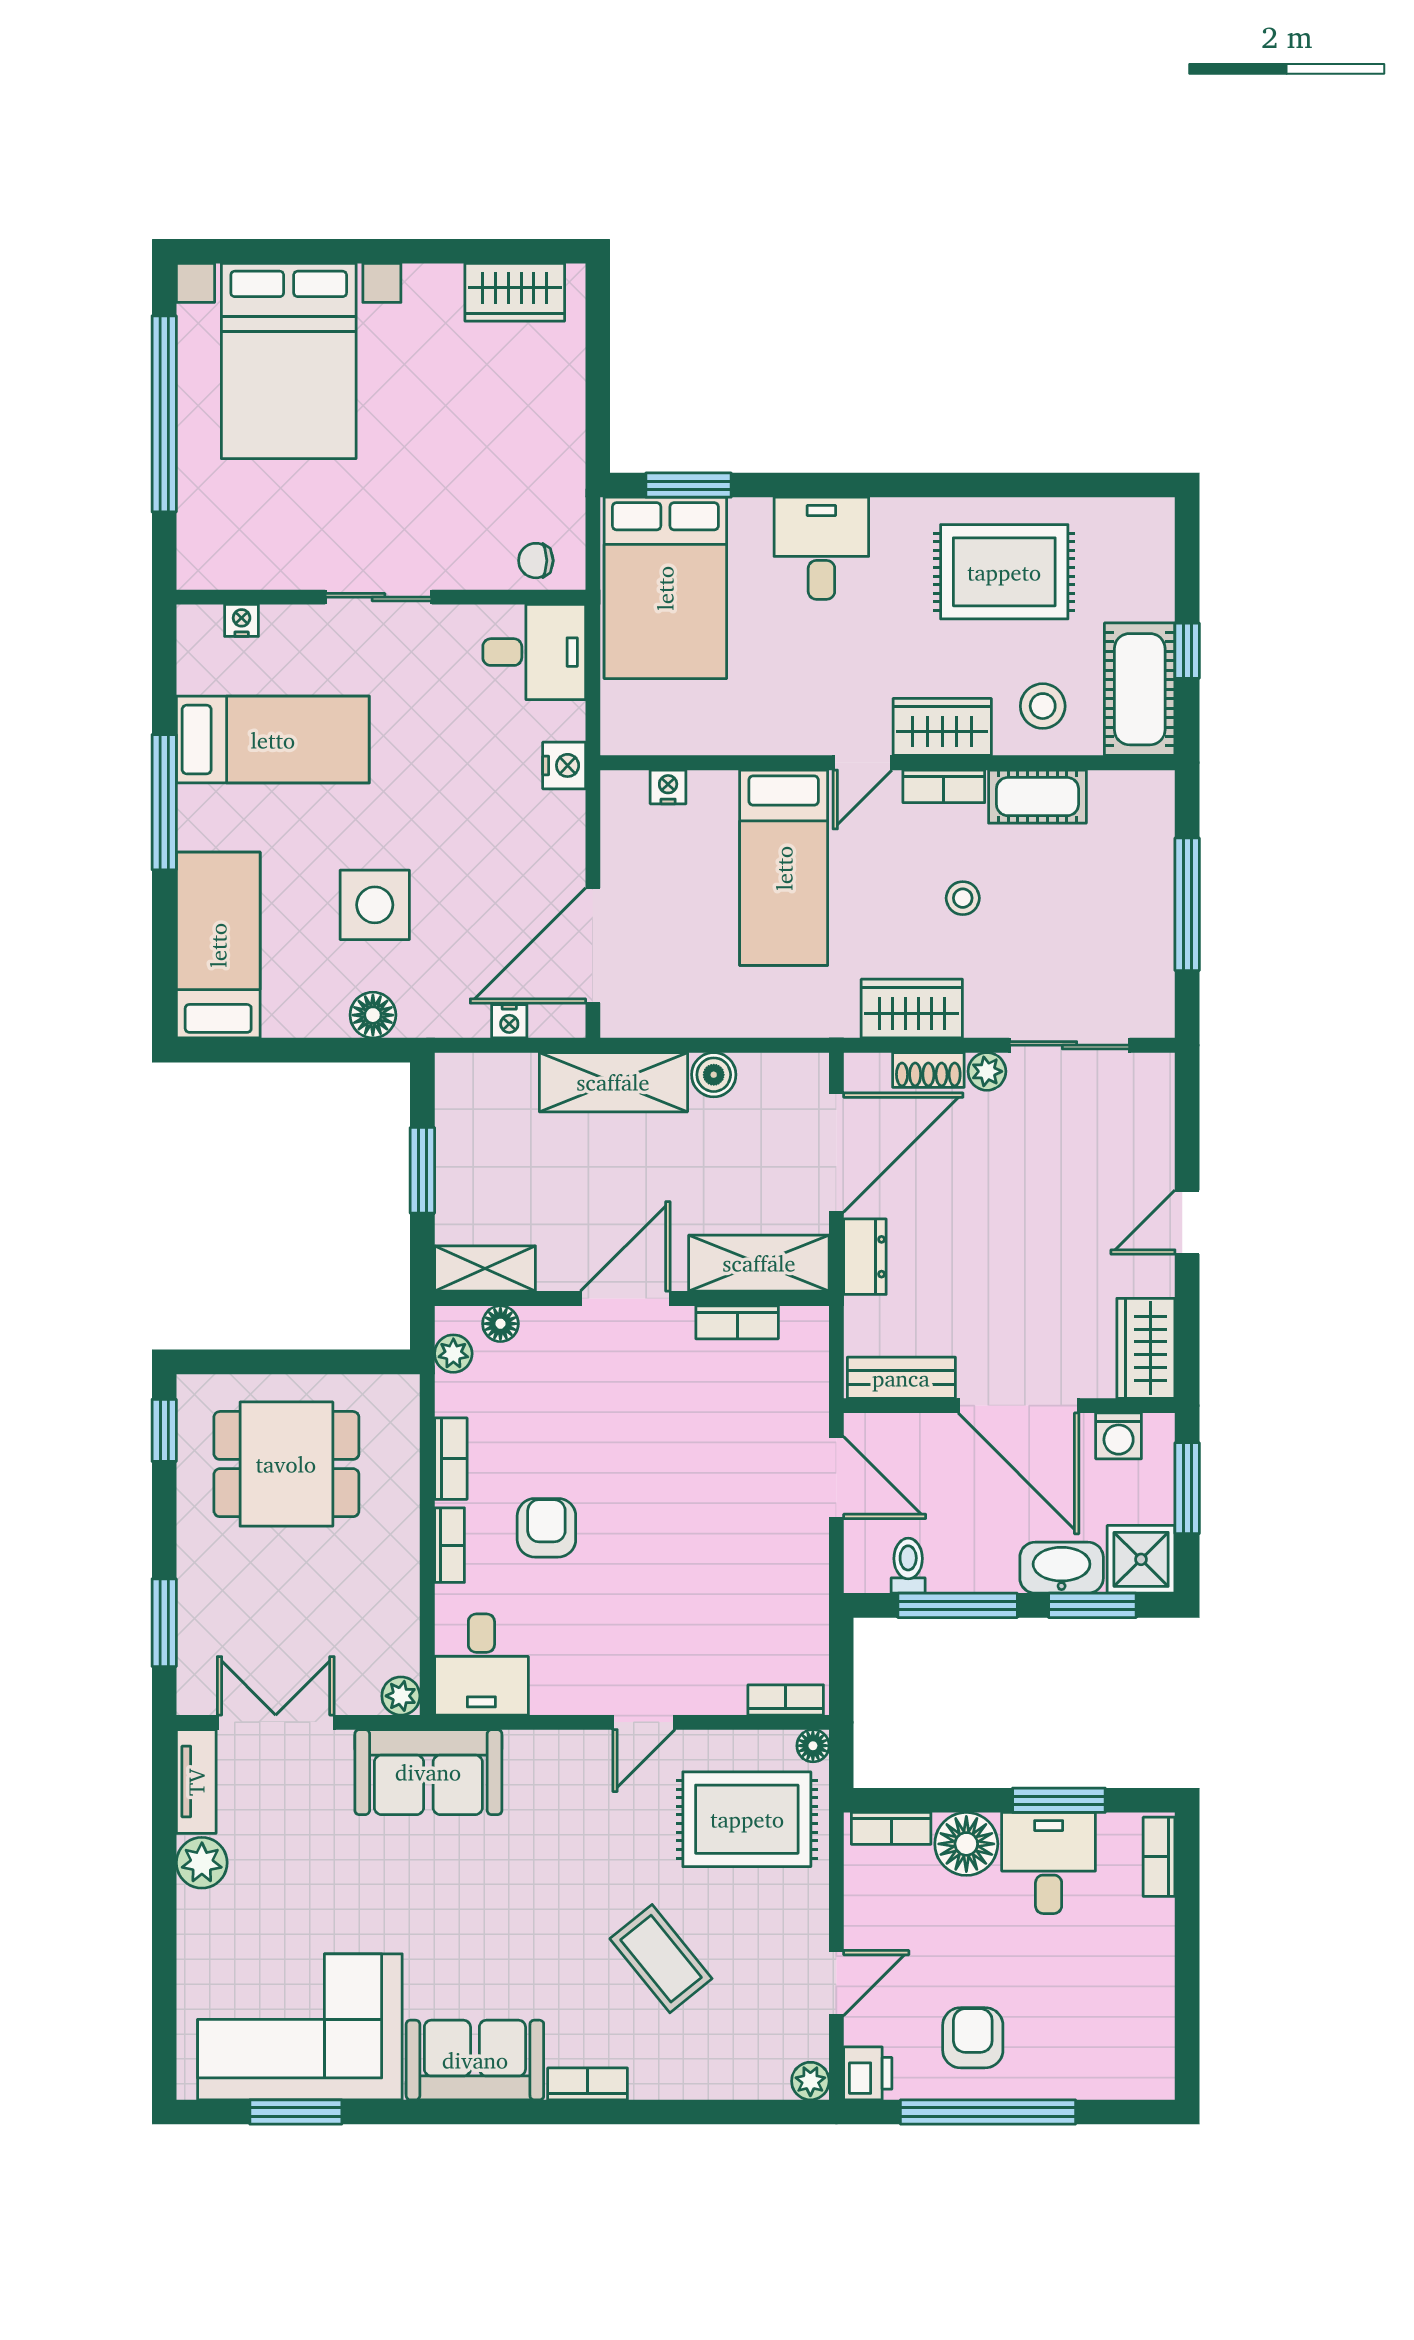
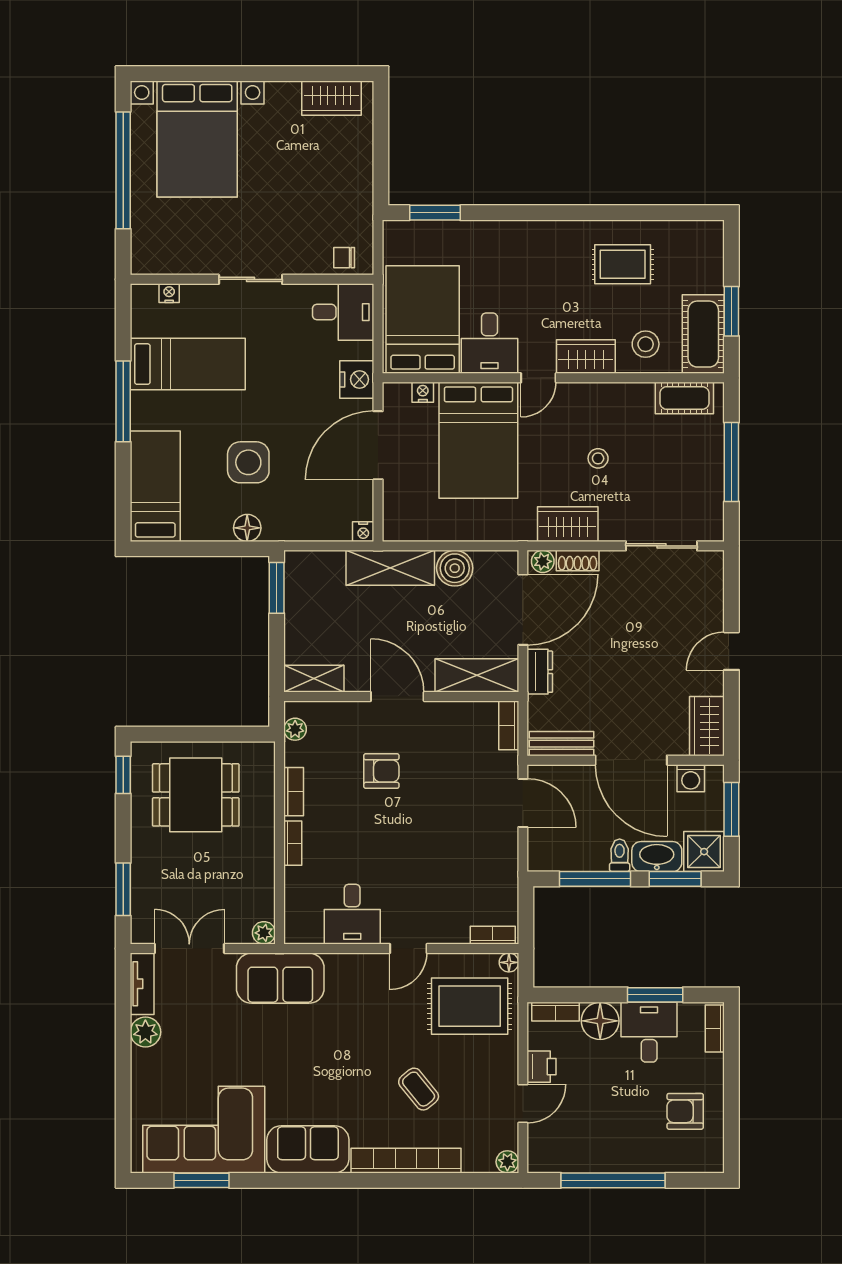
desk: (821, 548) -> (489, 343), moved, turned 180
rug: (1004, 572) -> (623, 264), width x0.73, depth x0.70
bed: (665, 588) -> (423, 320), moved, turned 180
window: (1187, 651) -> (731, 311), width x1.50
nightstand: (564, 765) -> (357, 379), width x1.36, depth x1.33
bookcase: (944, 786) -> (587, 392), removed
cot: (1037, 797) -> (684, 398), moved
bed: (784, 868) -> (478, 440), width x1.50
door: (593, 946) -> (378, 445), moved
nightstand: (509, 1021) -> (363, 532), moved
plant: (987, 1071) -> (543, 561), moved
boiler: (714, 1075) -> (455, 568), width x1.36, depth x1.36
window: (422, 1170) -> (277, 588), moved
door: (625, 1299) -> (397, 696), hinge flipped
bookcase: (737, 1322) -> (509, 725), moved, turned 90
floor lamp: (500, 1324) -> (323, 711), removed
armchair: (546, 1528) -> (381, 771), moved, turned 90
toilet: (908, 1566) -> (620, 855), moved
desk: (481, 1664) -> (352, 914), moved
coffee table: (661, 1959) -> (419, 1089), width x0.73, depth x0.77
armchair: (973, 2038) -> (685, 1111), moved, turned -90
printer: (868, 2073) -> (542, 1067), moved
bookcase: (588, 2084) -> (406, 1161), width x2.31, depth x1.31

